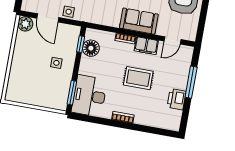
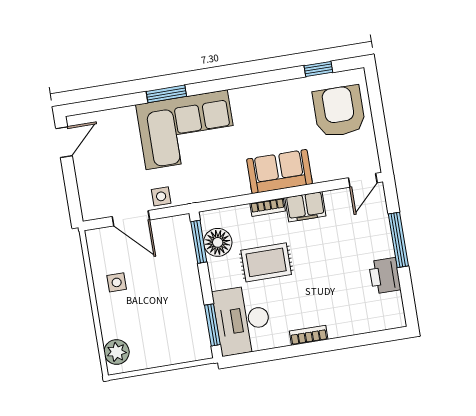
plant: (25, 24) -> (117, 352), moved
door: (172, 40) -> (363, 180), moved
window: (81, 44) -> (199, 242), width x1.50
side table: (56, 63) -> (117, 282), moved
rug: (138, 78) -> (266, 262), moved

